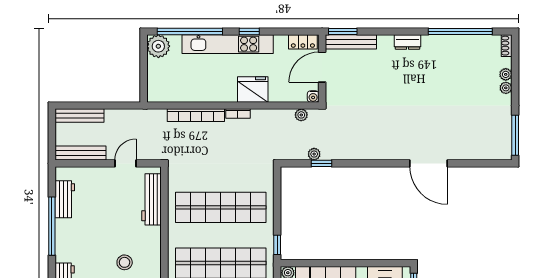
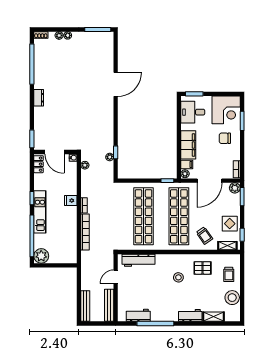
bench: (351, 42) -> (38, 134), removed
kitchen unit: (228, 44) -> (40, 212), width x0.73
fridge: (253, 89) -> (71, 200), width x0.53, depth x0.75
door: (125, 163) -> (116, 277), hinge flipped

